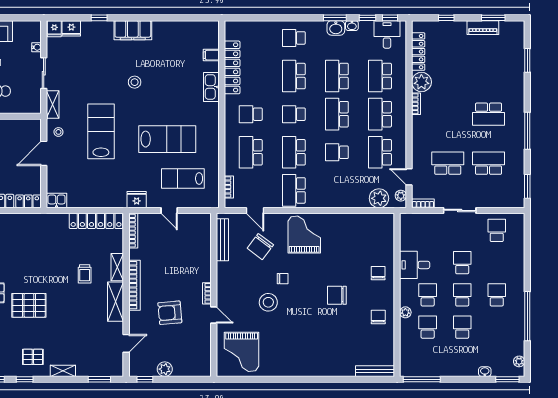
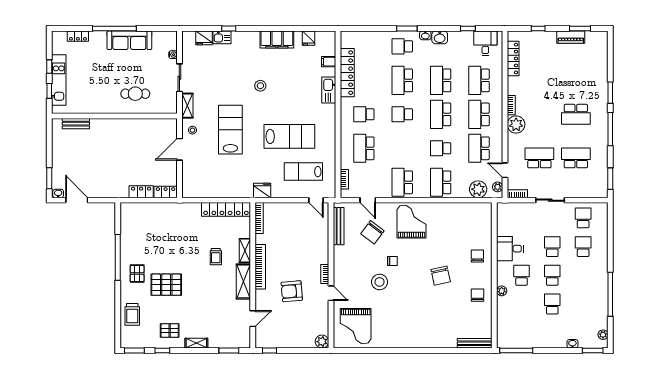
window: (335, 18) -> (407, 28), moved
window: (390, 18) -> (488, 28), removed
washbasin: (352, 26) -> (425, 35), moved
fridge: (54, 29) -> (309, 38), moved
filing cabinet: (133, 30) -> (277, 40), moved
window: (527, 60) -> (610, 93), moved
plant: (421, 82) -> (516, 124), moved
school desk: (294, 152) -> (441, 182), moved
kitchen sink: (57, 201) -> (222, 37), moved, turned 180
door: (169, 210) -> (316, 200), moved
chair: (337, 295) -> (441, 276), turned -102
school desk: (497, 295) -> (583, 247), moved
school desk: (428, 327) -> (522, 304), removed
plant: (165, 369) -> (322, 342), moved

